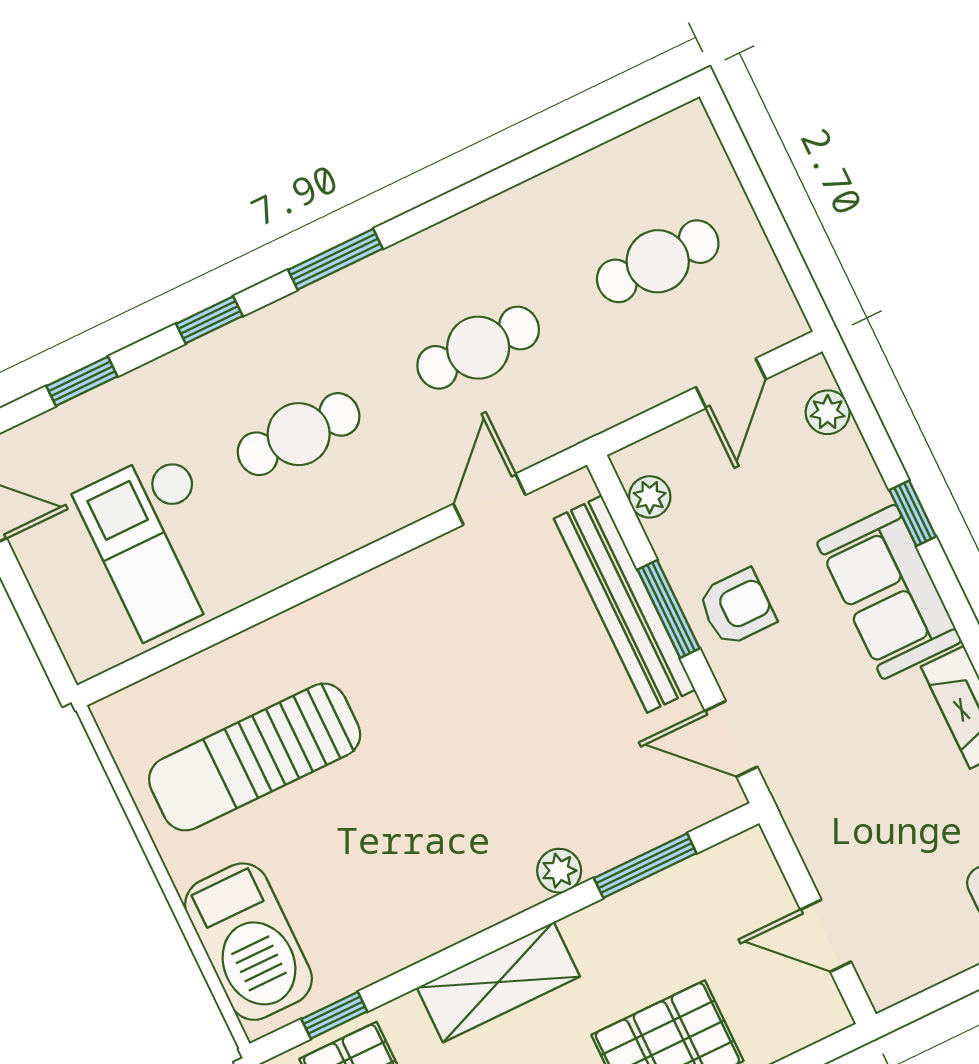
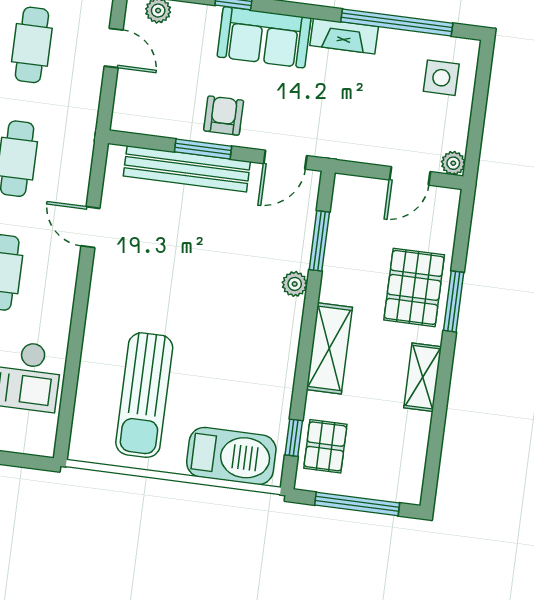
plant: (650, 497) -> (453, 163), moved
door: (489, 499) -> (90, 227), moved

